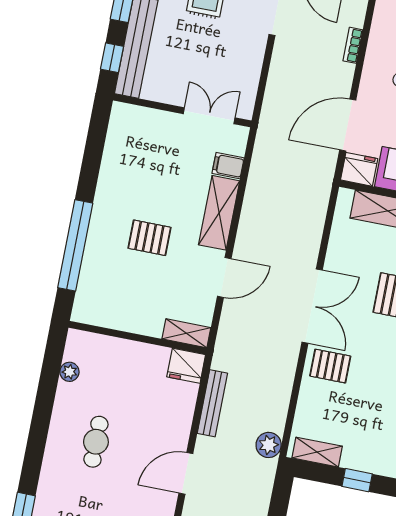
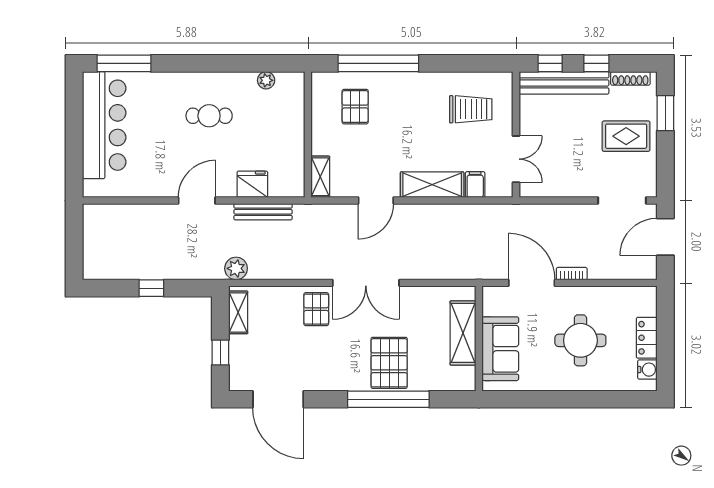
bookcase: (353, 45) -> (572, 274), moved
trolley: (145, 154) -> (471, 109), added
fridge: (359, 169) -> (495, 301), removed
pallet: (149, 238) -> (355, 107), moved
door: (224, 278) -> (376, 200), hinge flipped
fridge: (186, 366) -> (252, 184), moved, turned 90
door: (186, 473) -> (197, 200), hinge flipped

